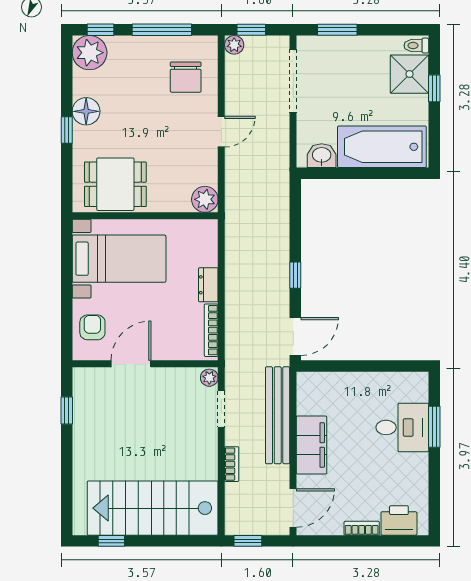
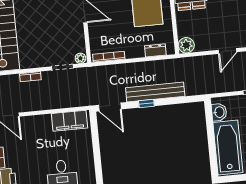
door: (221, 132) -> (227, 51), hinge flipped
dresser: (208, 285) -> (155, 50), moved
bench: (278, 415) -> (155, 92), moved
filing cabinet: (312, 445) -> (69, 121), moved

